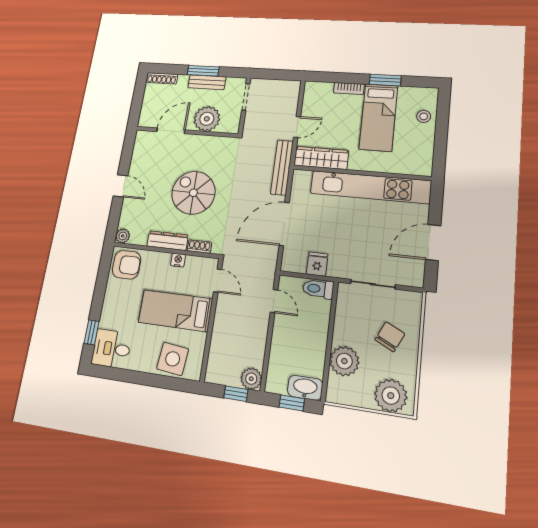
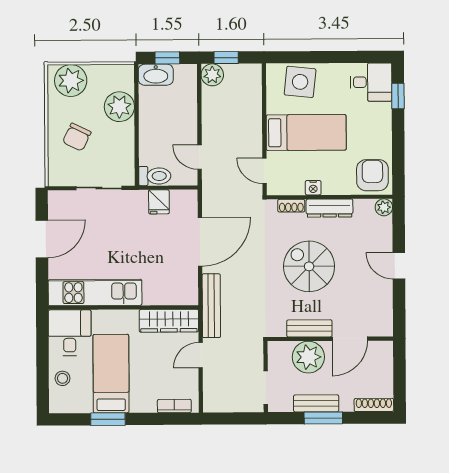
bookcase: (349, 89) -> (174, 406), moved
bench: (202, 142) -> (309, 328), added
desk: (413, 155) -> (70, 333), added
kitchen unit: (370, 187) -> (95, 292), width x0.73
spiral stairs: (193, 193) -> (309, 266), turned 180
armchair: (127, 265) -> (372, 175), turned 90

